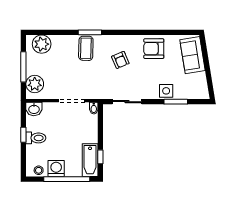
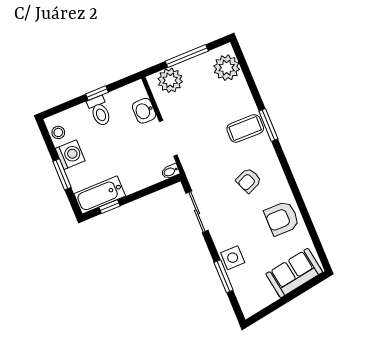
armchair: (154, 49) -> (282, 218), turned -90
washbasin: (34, 109) -> (144, 111), moved
window: (67, 179) -> (62, 174), width x0.47

